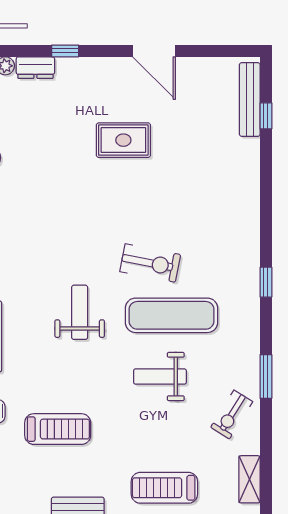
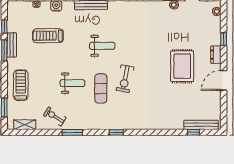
dresser: (35, 68) -> (216, 55), moved
rug: (123, 140) -> (182, 66), width x1.36, depth x1.43
exercise mat: (171, 315) -> (101, 89), width x0.73, depth x0.69
weight bench: (160, 376) -> (72, 83), turned 90
treadmill: (58, 429) -> (48, 36), turned 90

